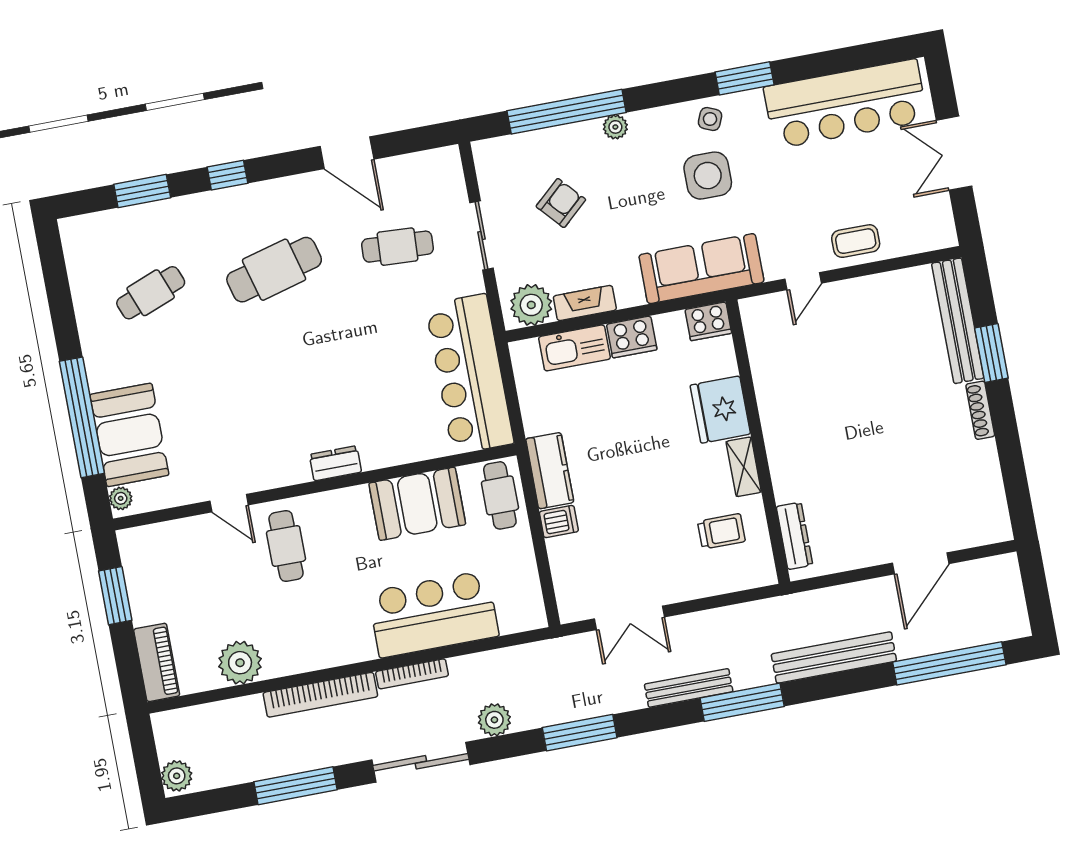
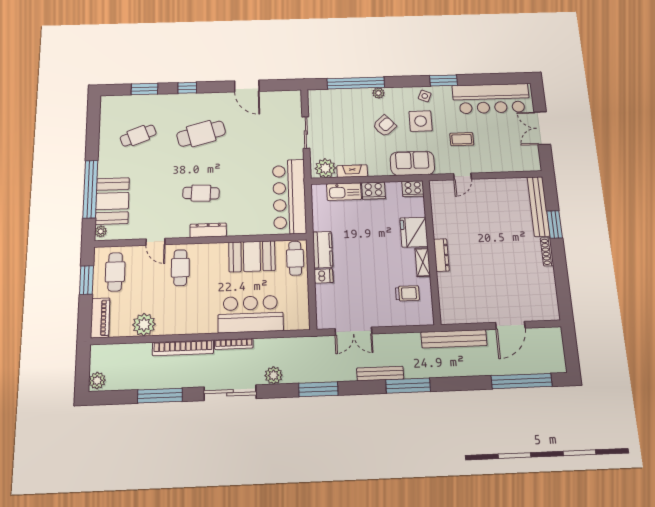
armchair: (561, 203) -> (385, 126), moved
coffee table: (856, 241) -> (462, 139), moved
cafe table: (397, 247) -> (201, 193), moved
sofa: (701, 269) -> (412, 163), width x0.73
dresser: (335, 463) -> (208, 230), width x1.44
dresser: (794, 536) -> (441, 255), moved
cafe table: (165, 572) -> (115, 272), added
bench: (834, 657) -> (454, 339), moved

